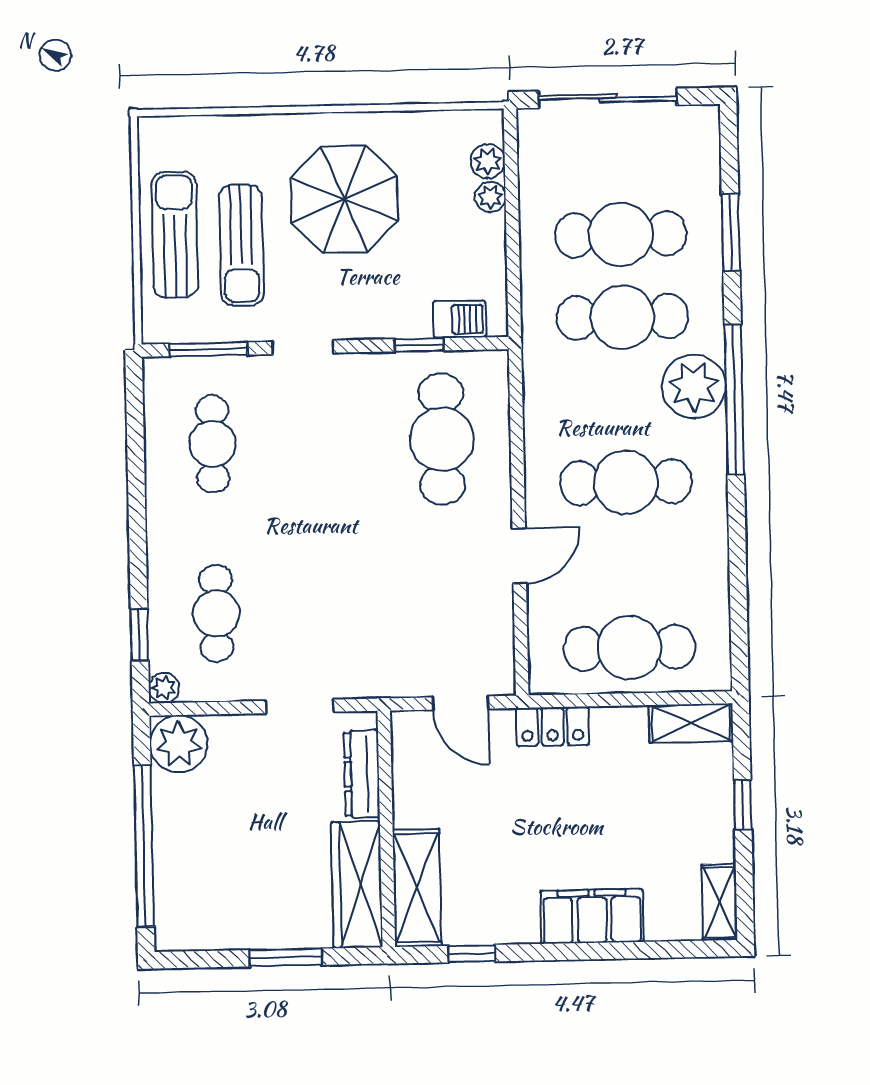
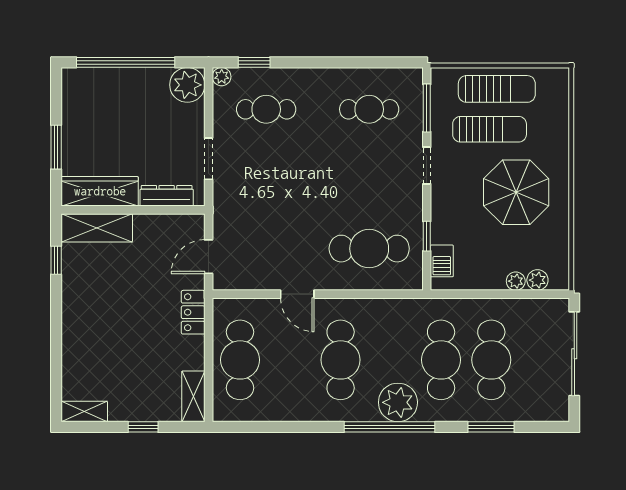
sun lounger: (241, 245) -> (490, 129), turned 180
filing cabinet: (592, 916) -> (77, 334), removed

